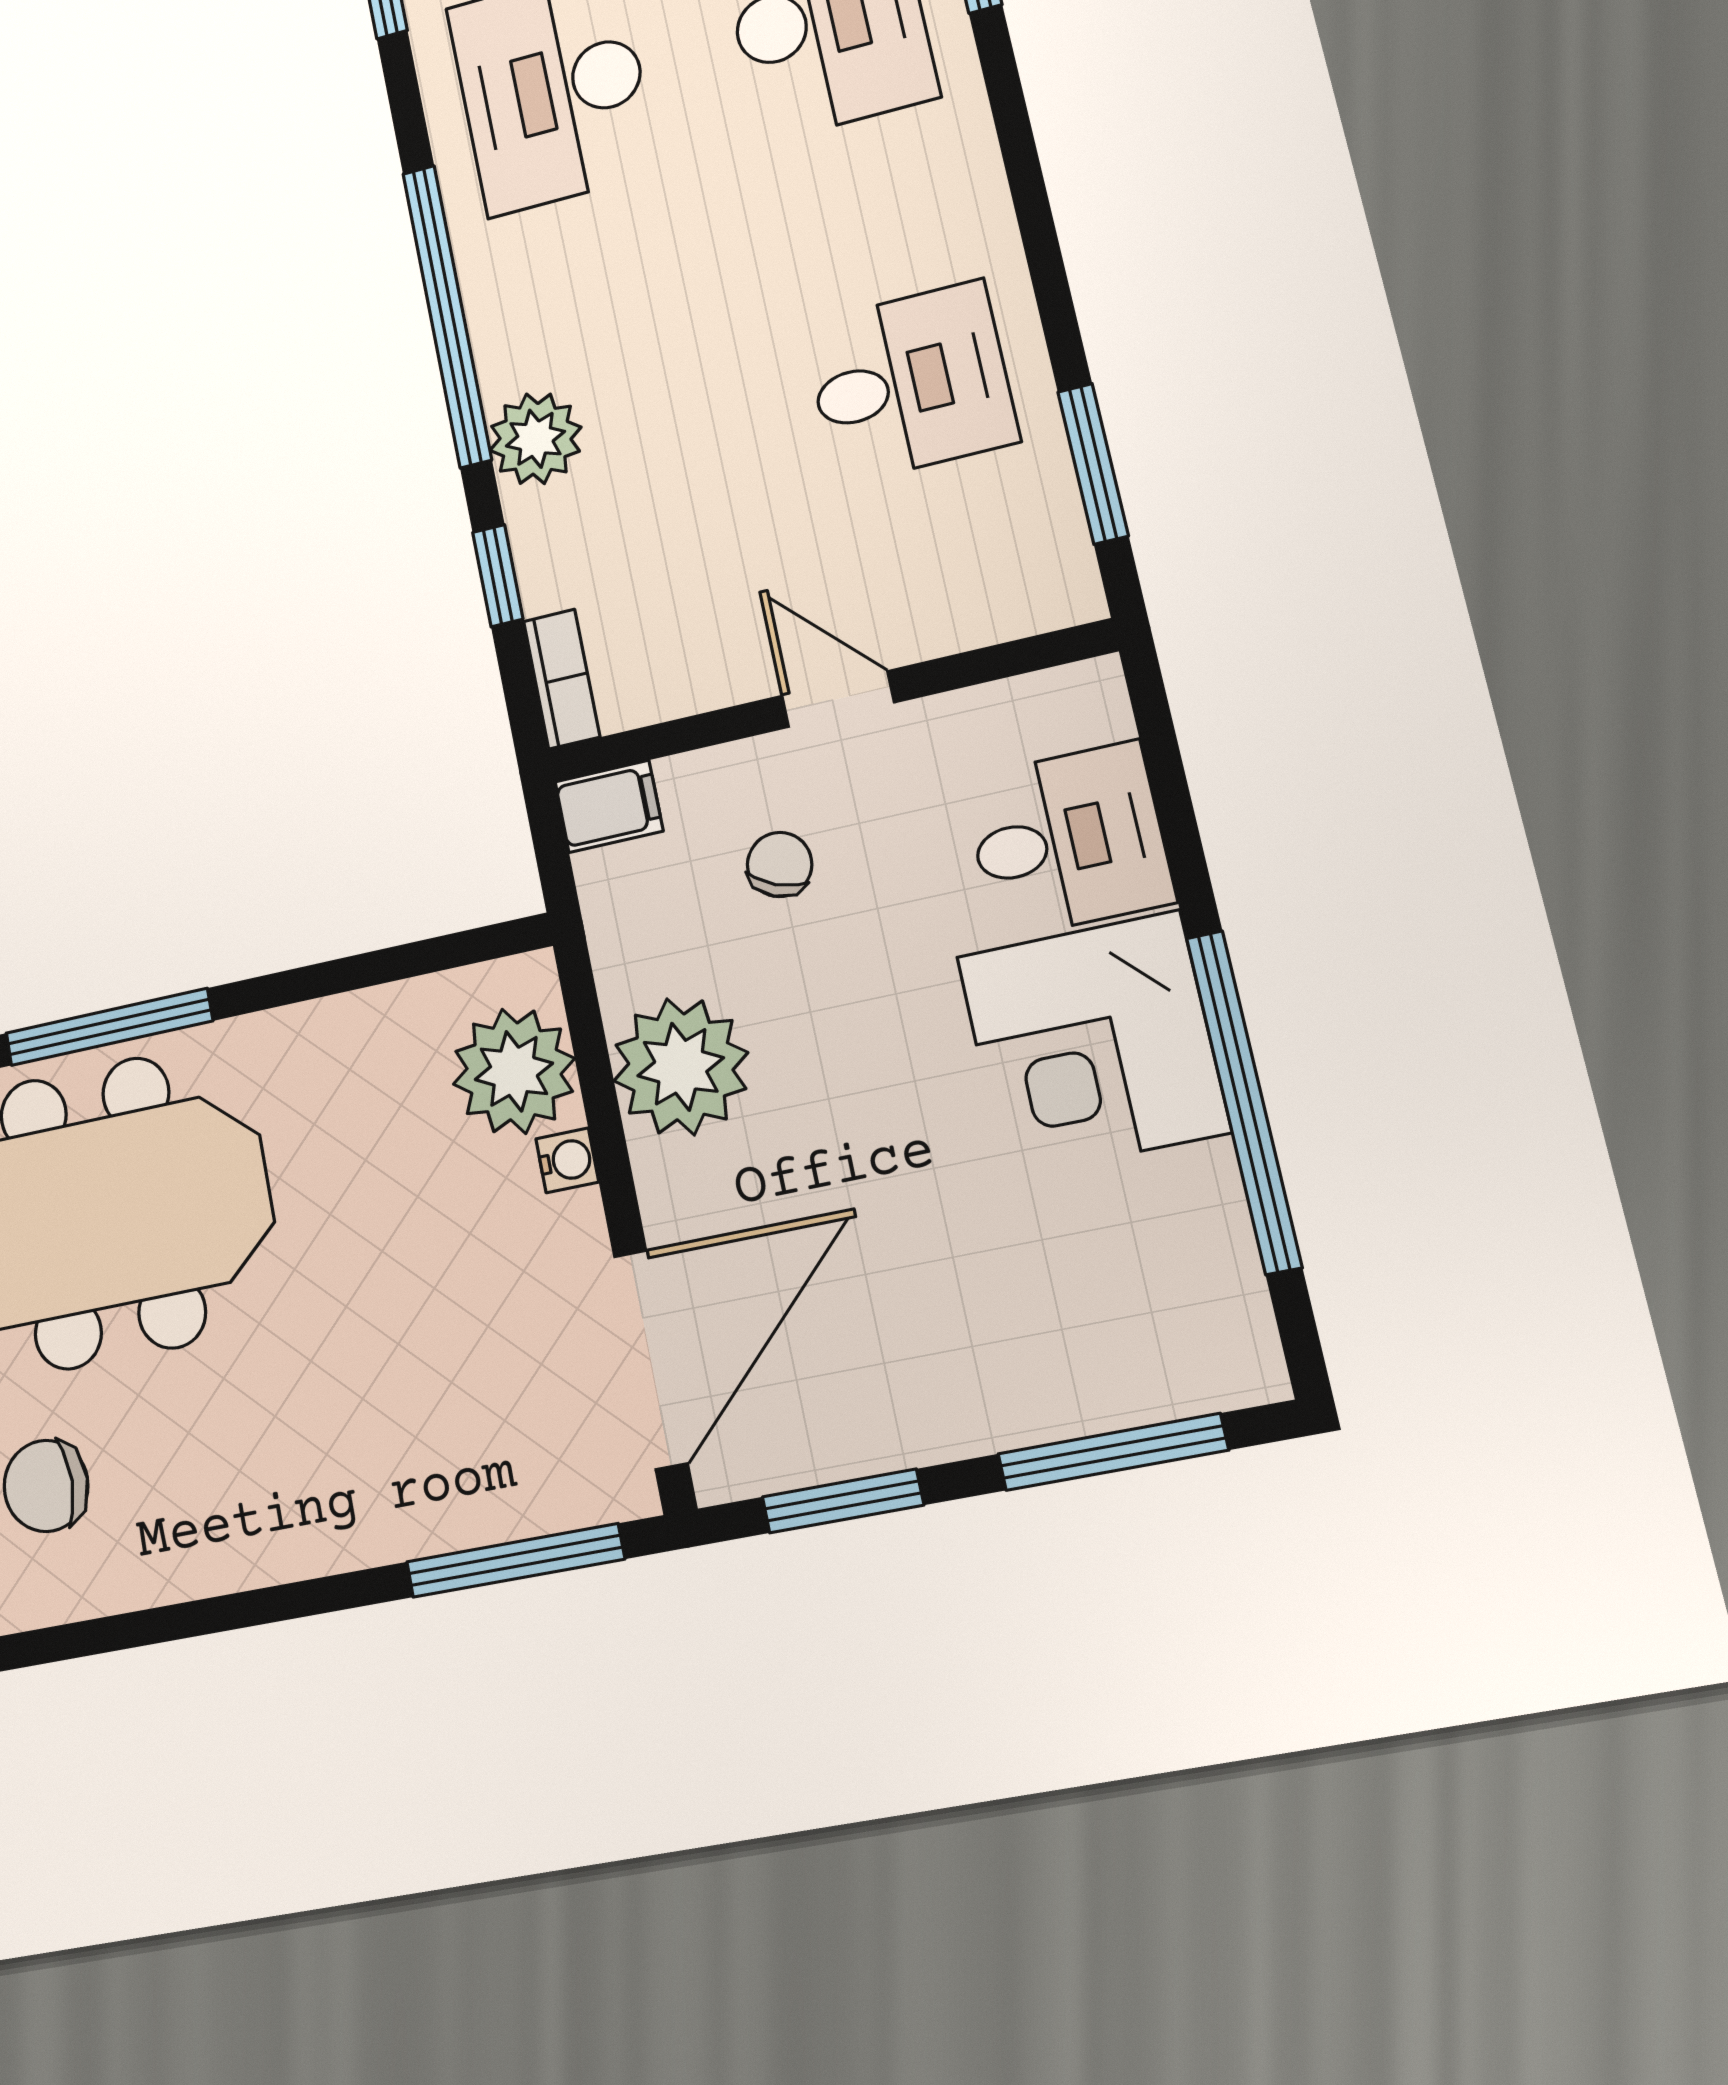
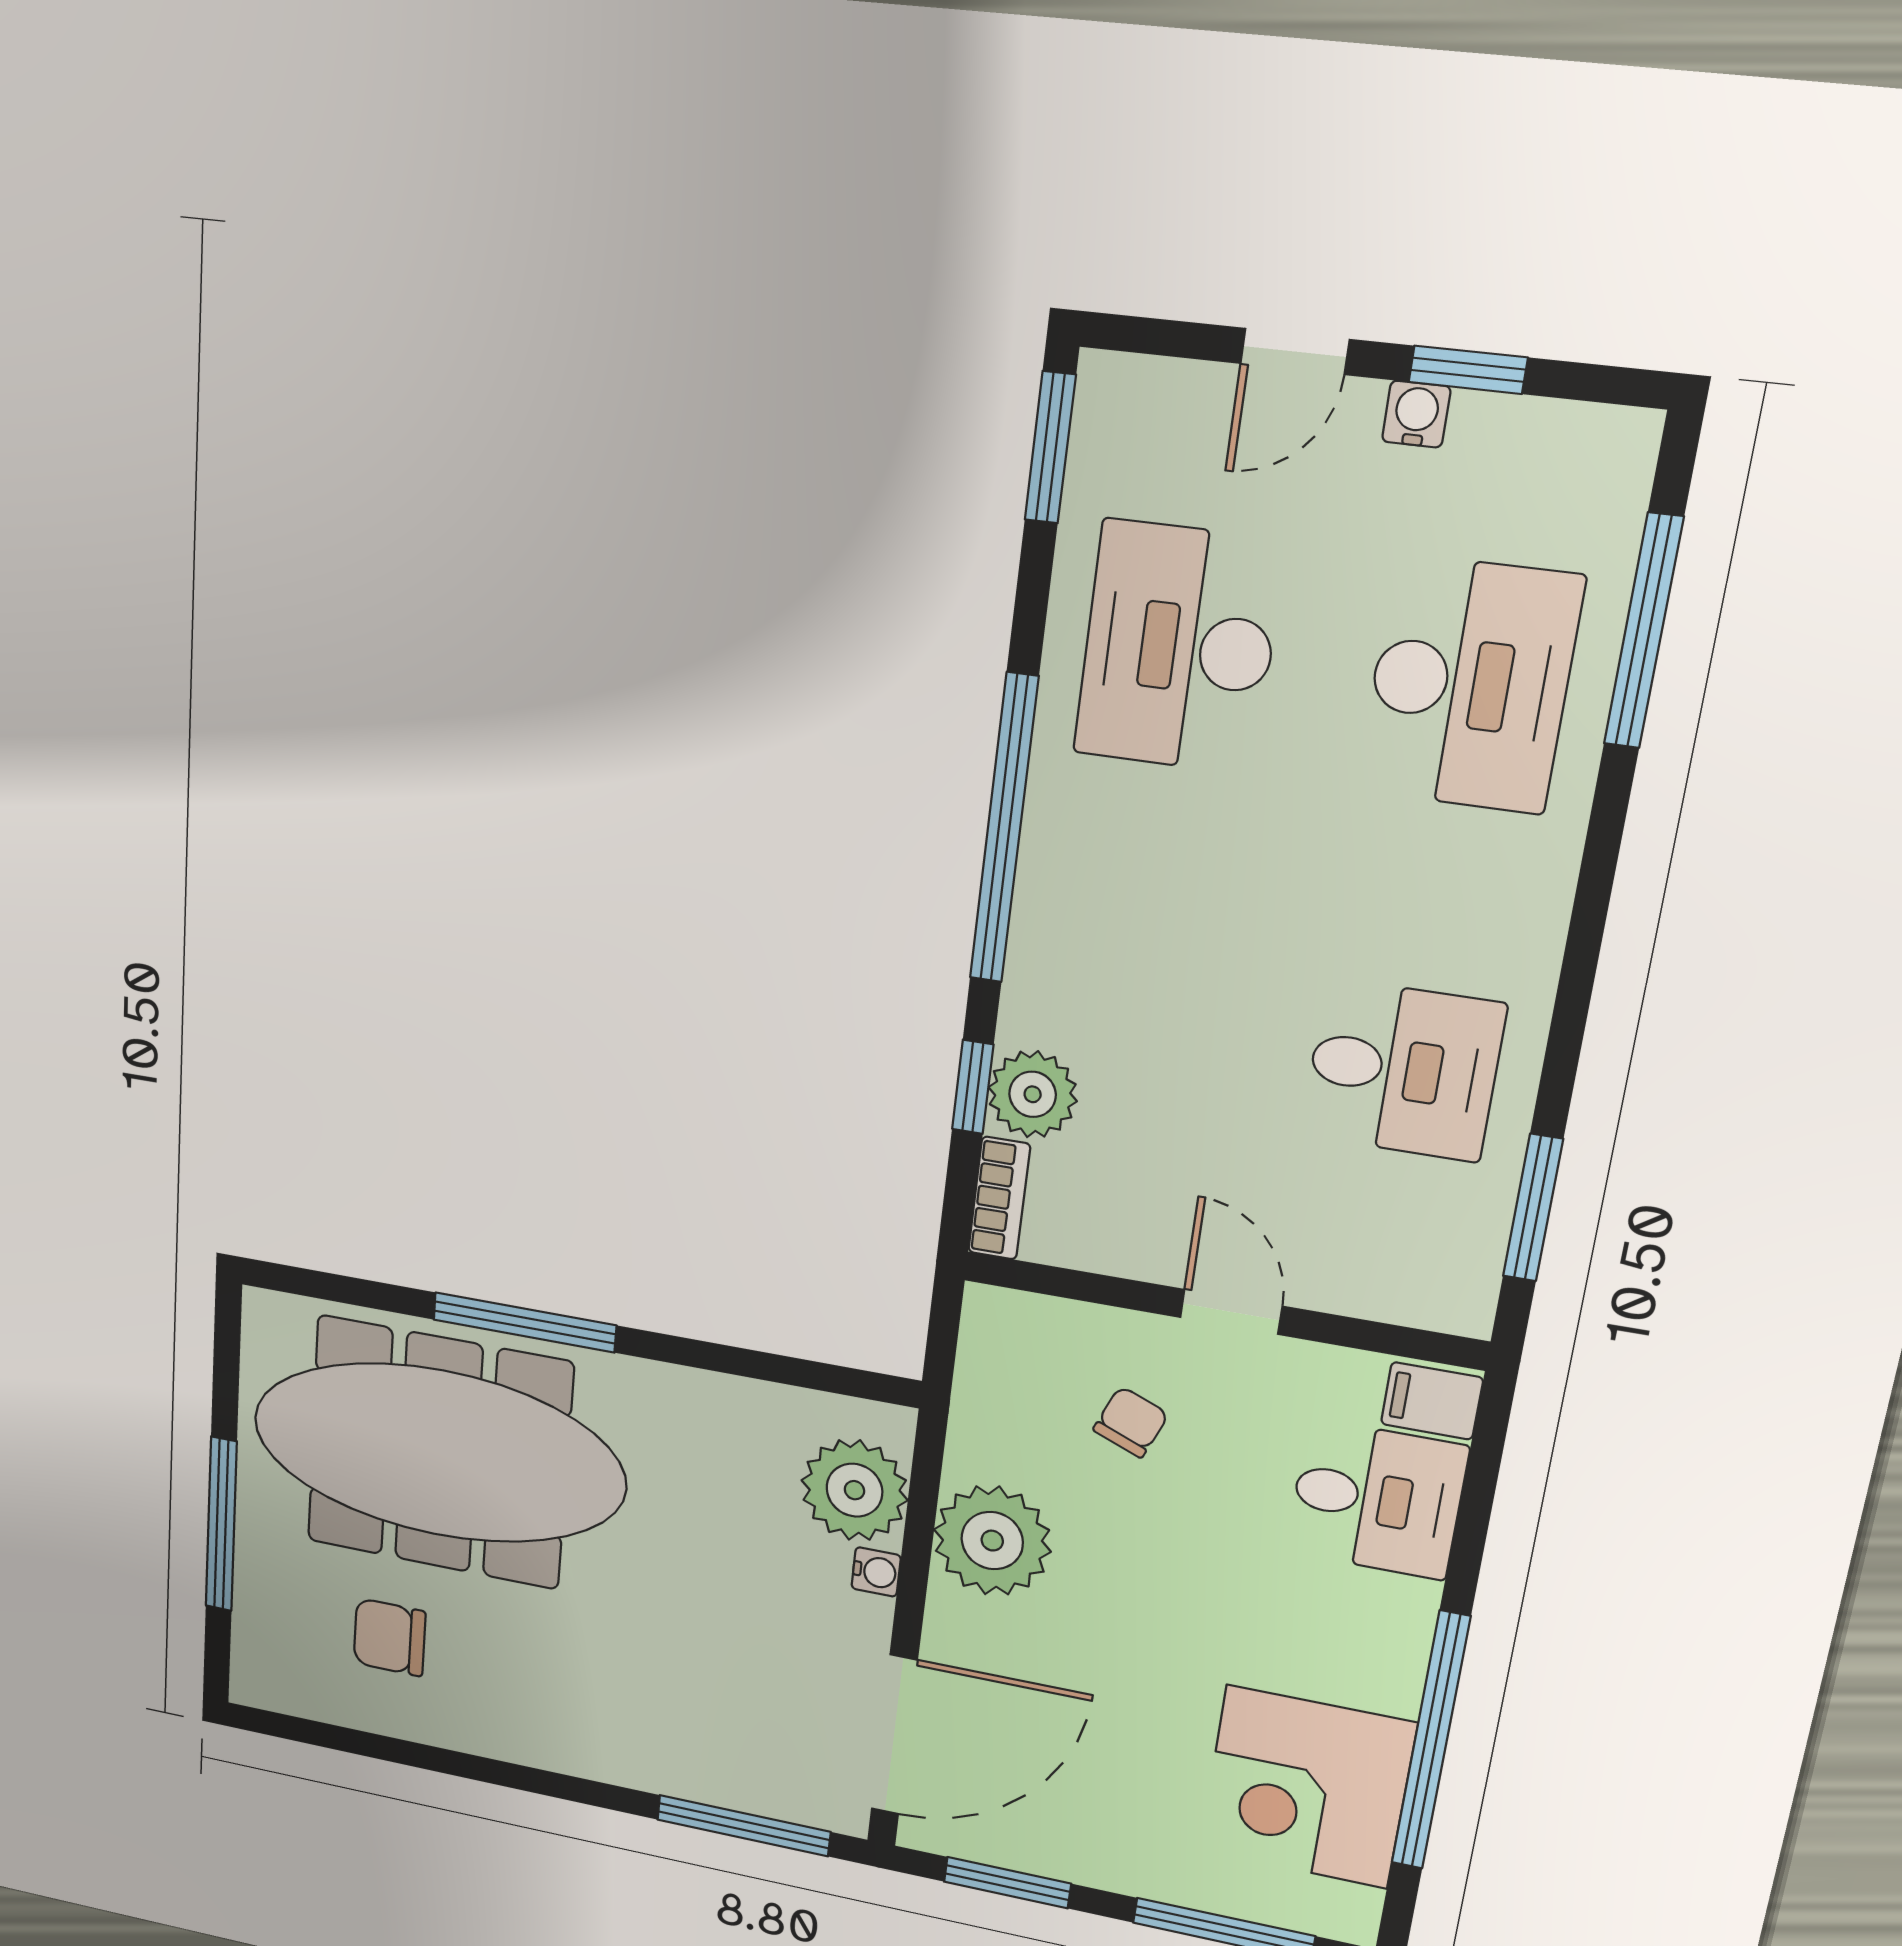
plant: (535, 439) -> (1033, 1094), moved
filing cabinet: (609, 806) -> (1432, 1401), moved, turned 180
corner desk: (1093, 1044) -> (1307, 1787), moved

